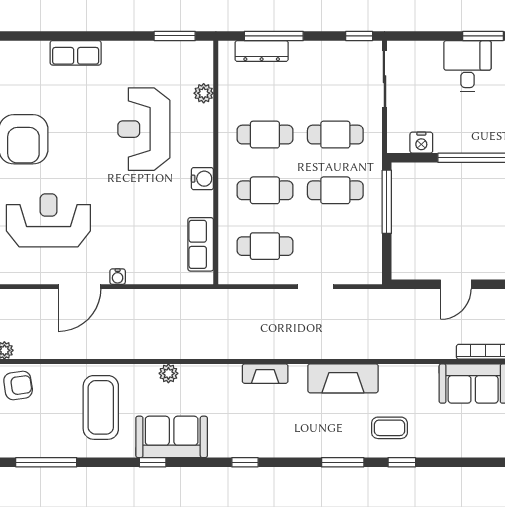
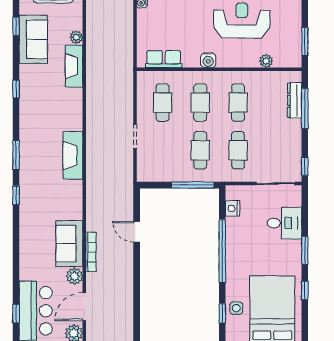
desk: (467, 66) -> (284, 223), moved
fireplace: (265, 374) -> (74, 66), moved, width x1.37, depth x1.32
coffee table: (389, 428) -> (39, 187), removed

